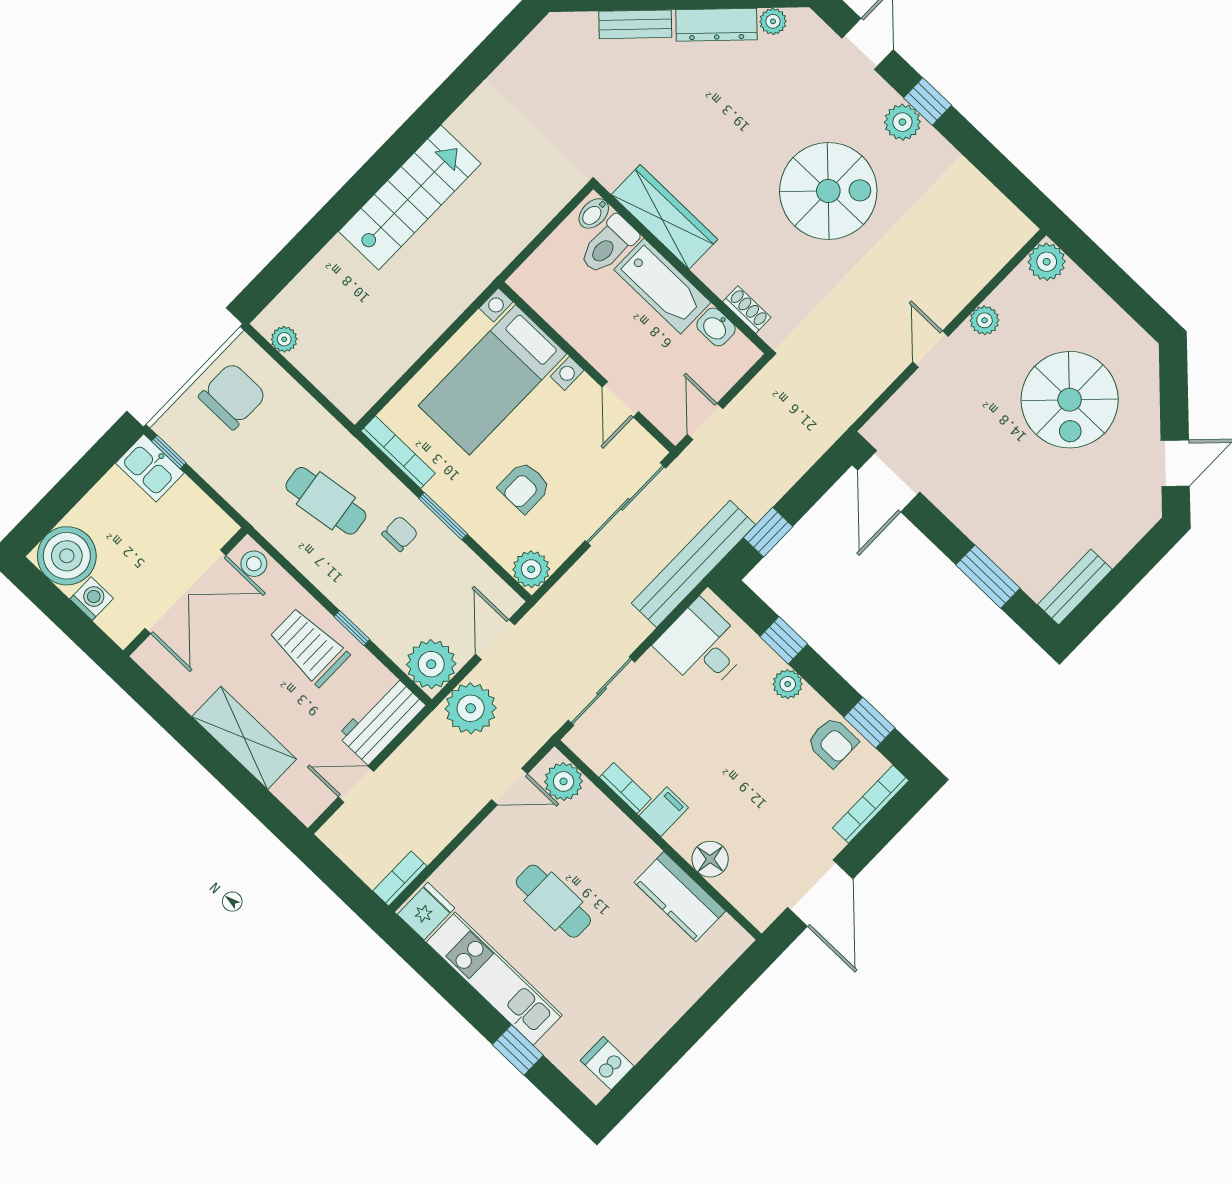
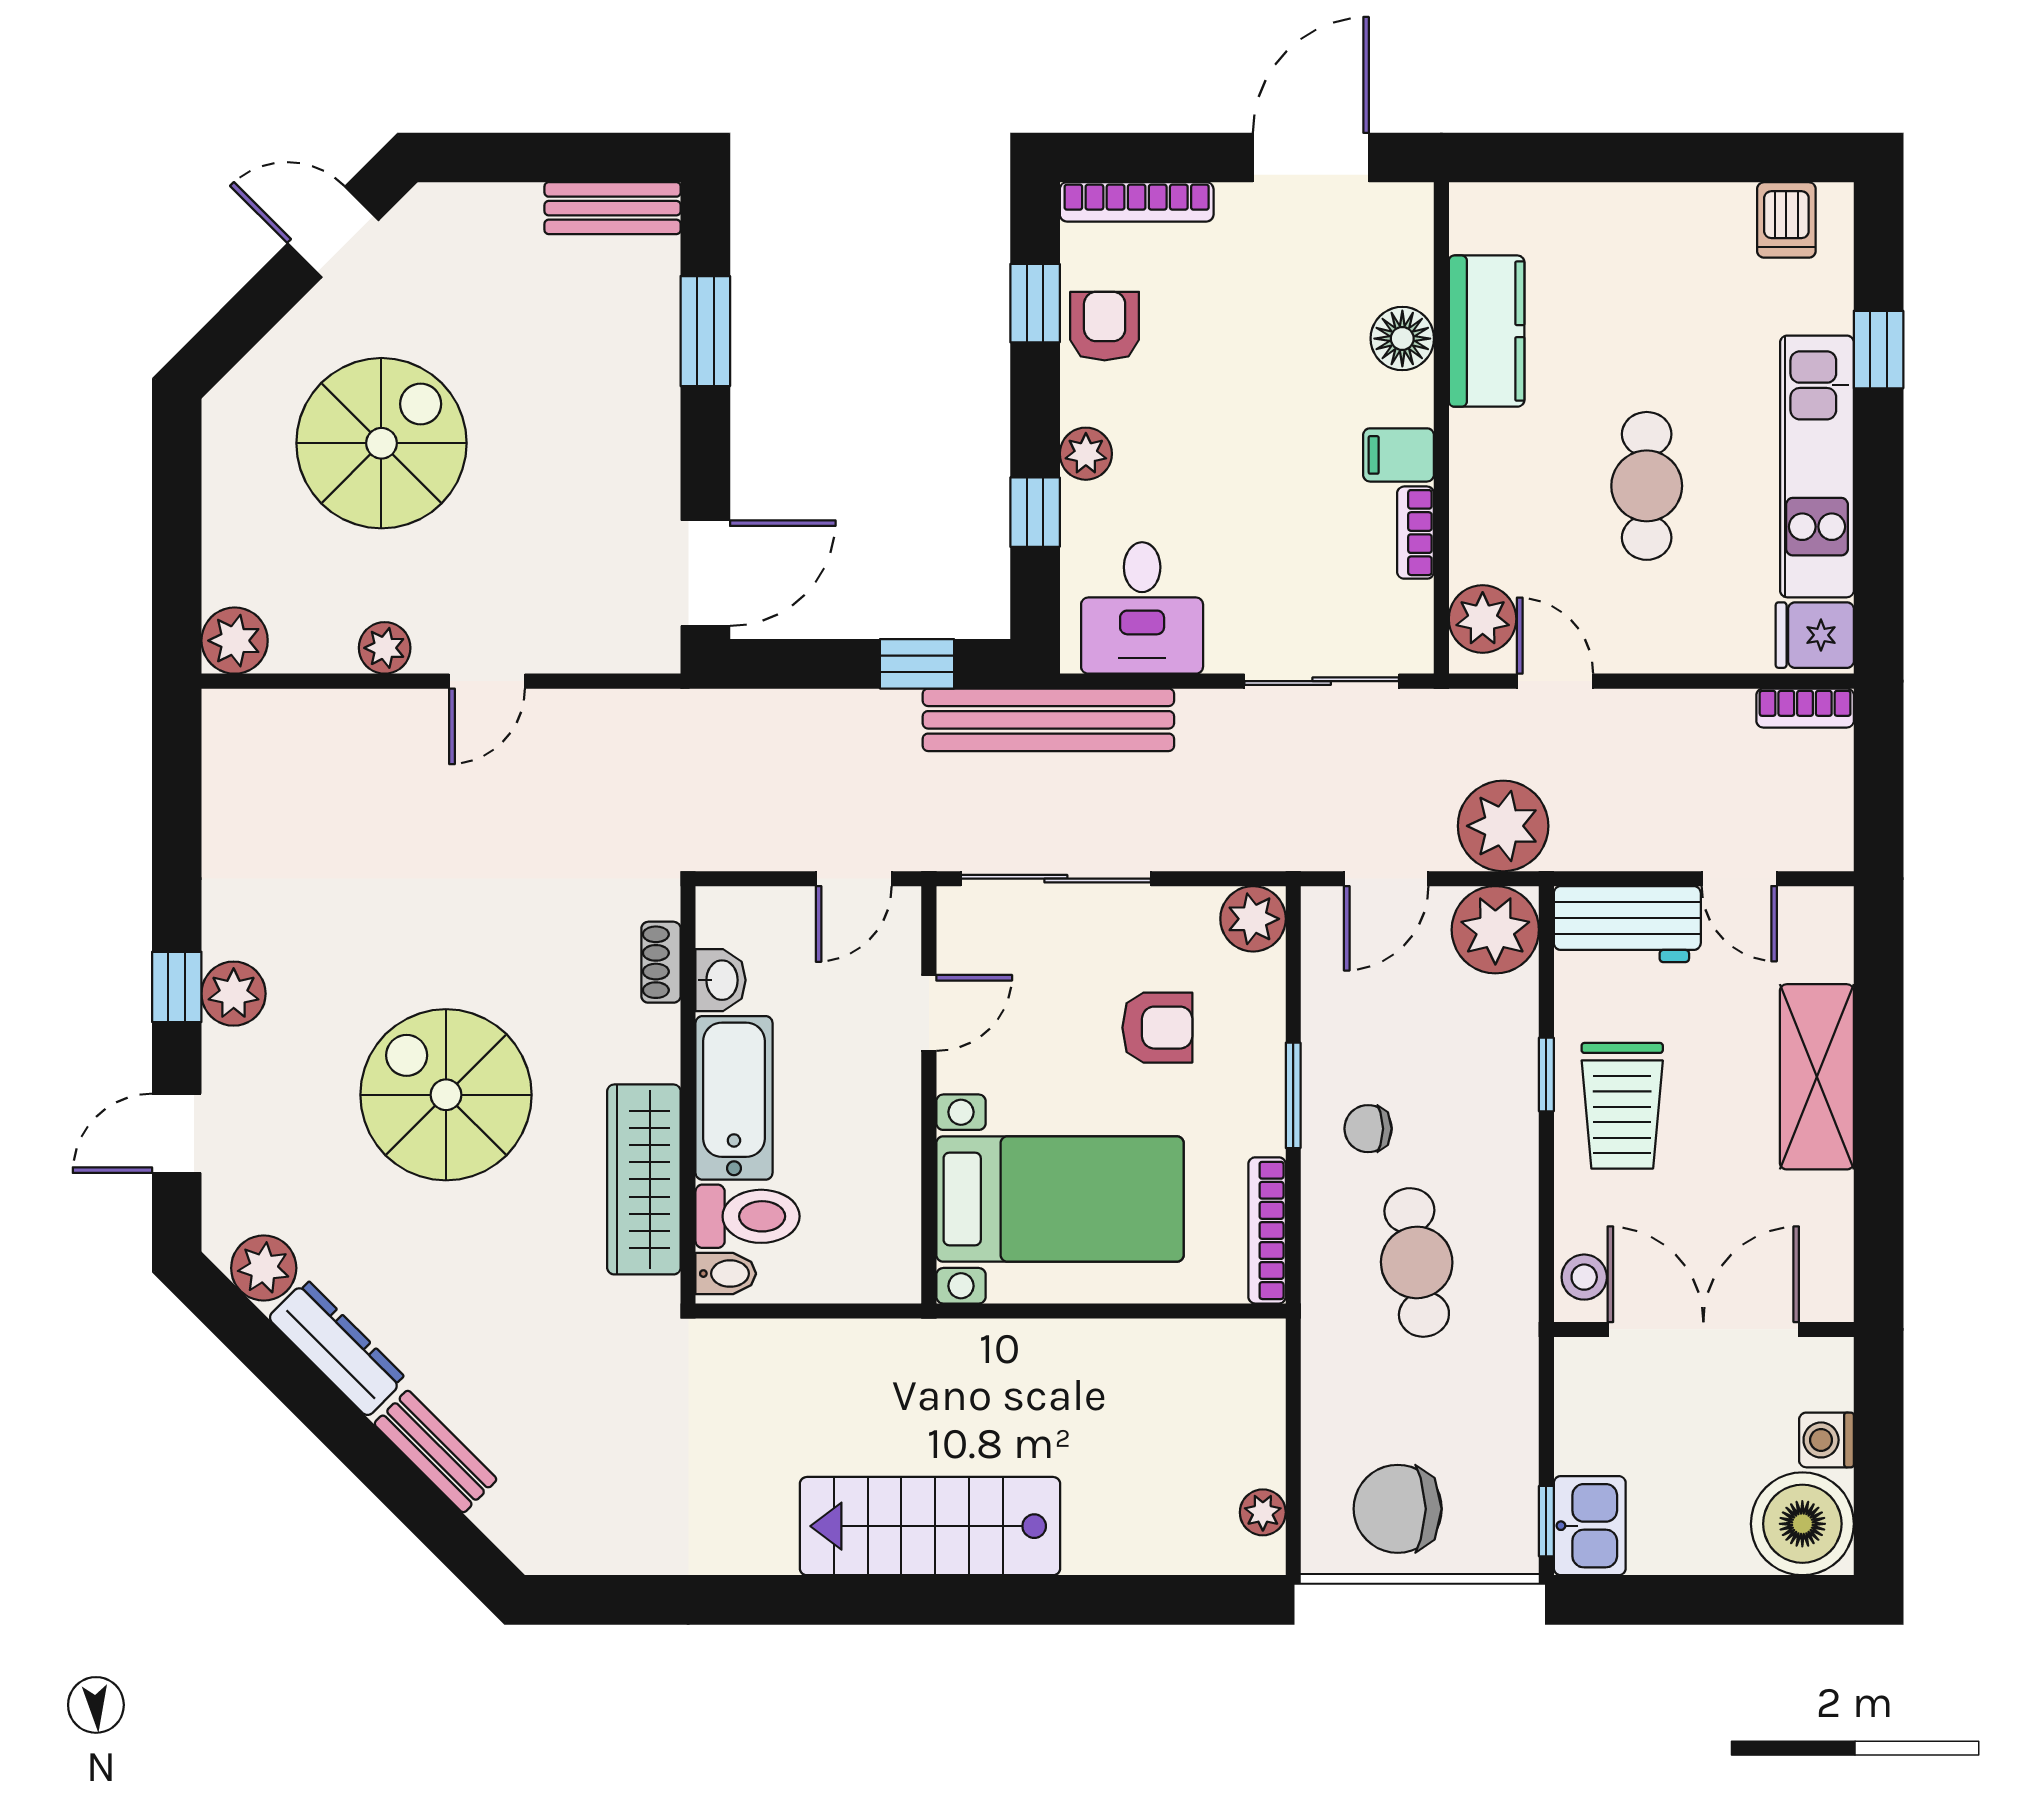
plant: (773, 21) -> (264, 1268), width x1.38, depth x1.38
spiral stairs: (828, 191) -> (446, 1095), moved

